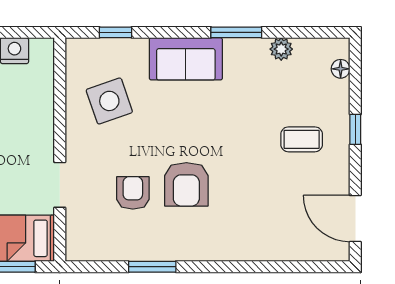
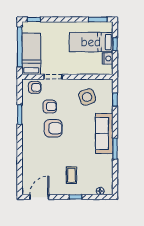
plant: (281, 49) -> (108, 167), removed
sofa: (186, 59) -> (104, 133), width x1.36
armchair: (186, 184) -> (53, 128), turned 180
armchair: (86, 230) -> (35, 87), added

